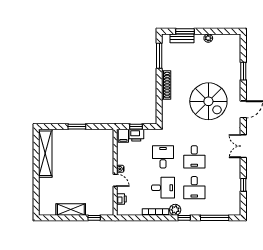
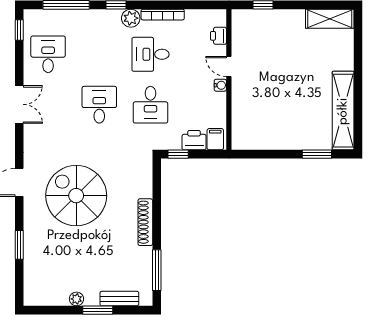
window: (185, 31) -> (98, 310), moved
window: (77, 127) -> (317, 154), moved
window: (136, 127) -> (178, 154), moved
double door: (243, 146) -> (19, 104), moved
window: (243, 185) -> (19, 30), moved
desk: (194, 188) -> (48, 54), moved
shelving: (71, 209) -> (330, 19), moved

